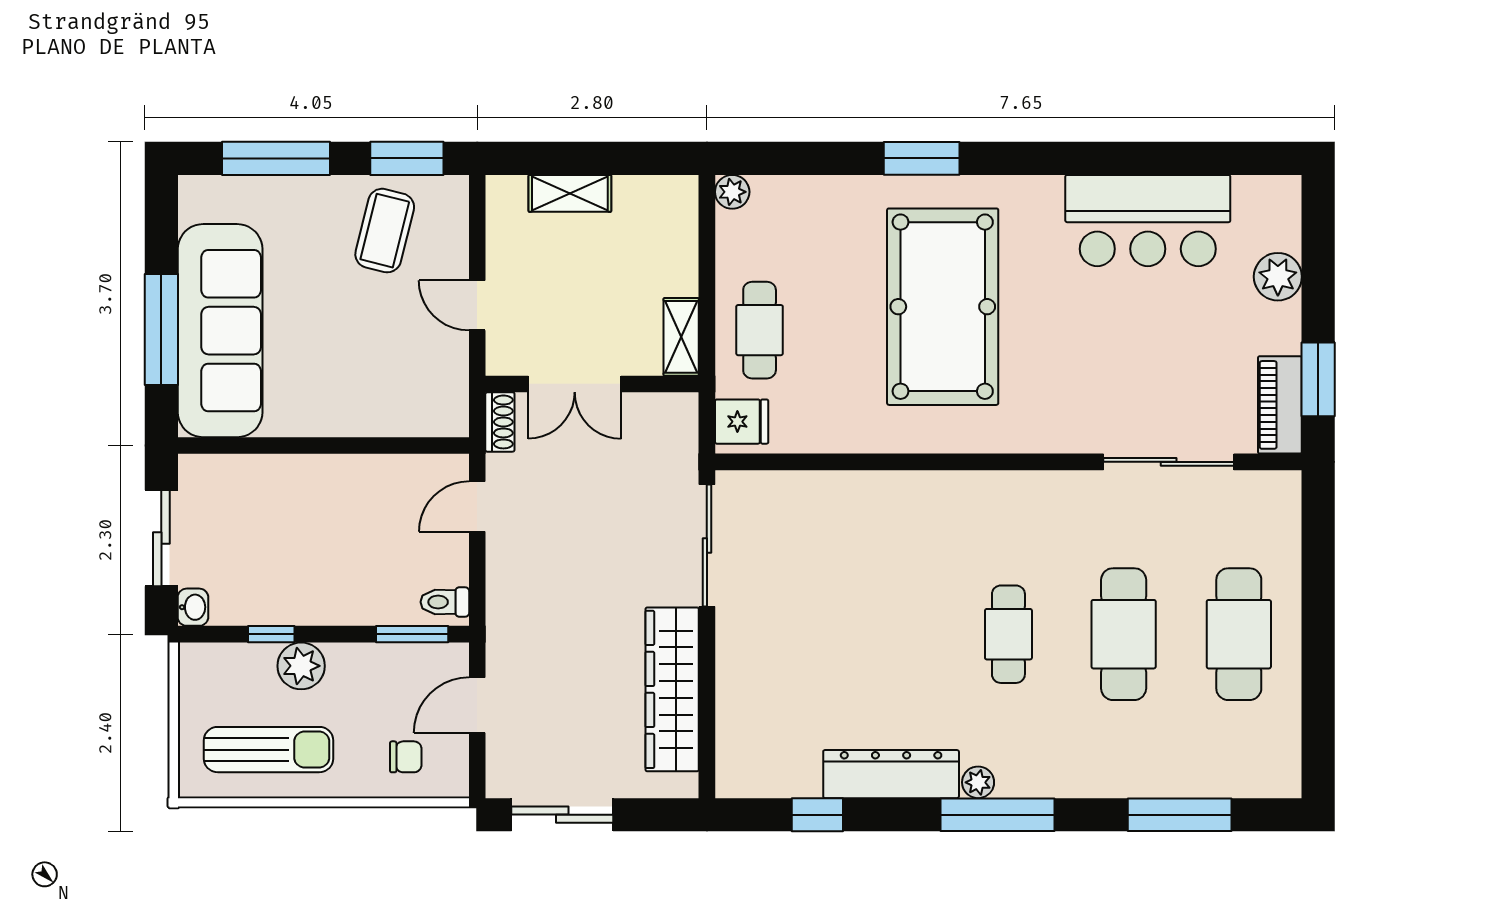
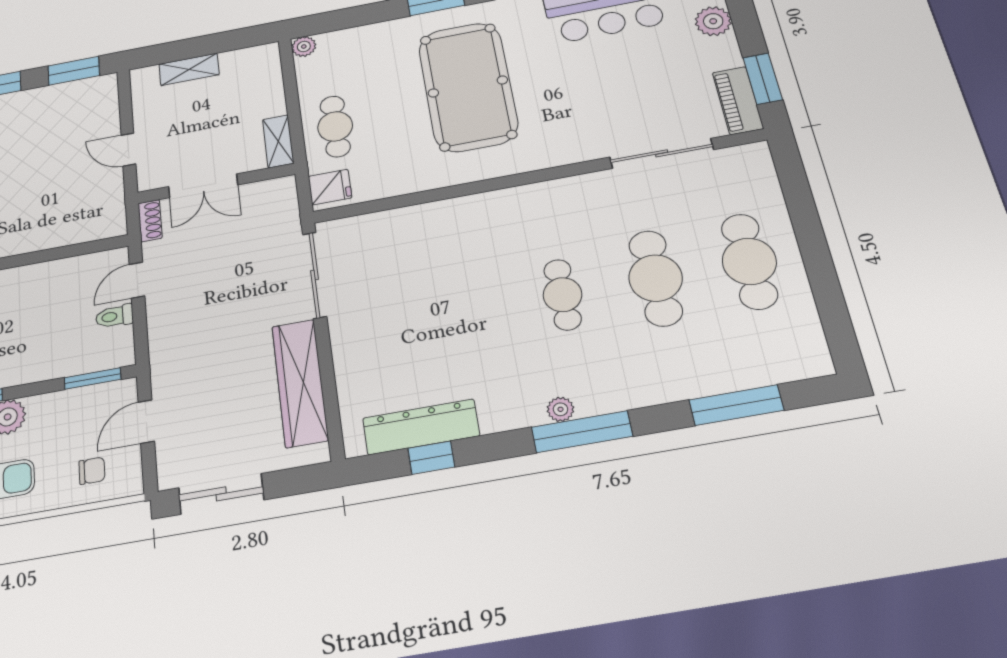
coffee table: (385, 231) -> (60, 116), removed
toilet: (445, 602) -> (114, 316), moved
dresser: (891, 774) -> (421, 427), moved

